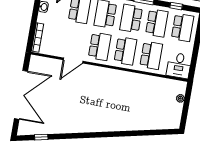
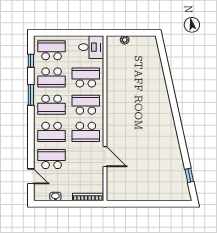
school desk: (157, 23) -> (52, 77), turned 180
school desk: (100, 46) -> (86, 132), turned 180
double door: (21, 95) -> (150, 204), removed

